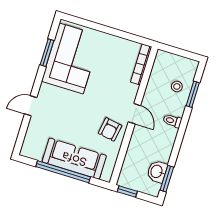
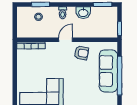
washbasin: (157, 172) -> (83, 13), moved

